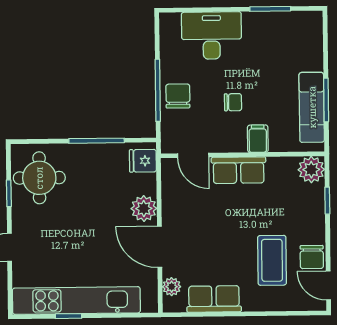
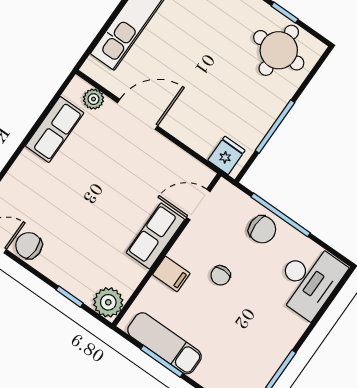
desk: (211, 35) -> (309, 280), moved
plant: (144, 208) -> (183, 125), removed
coffee table: (272, 260) -> (52, 207), removed

